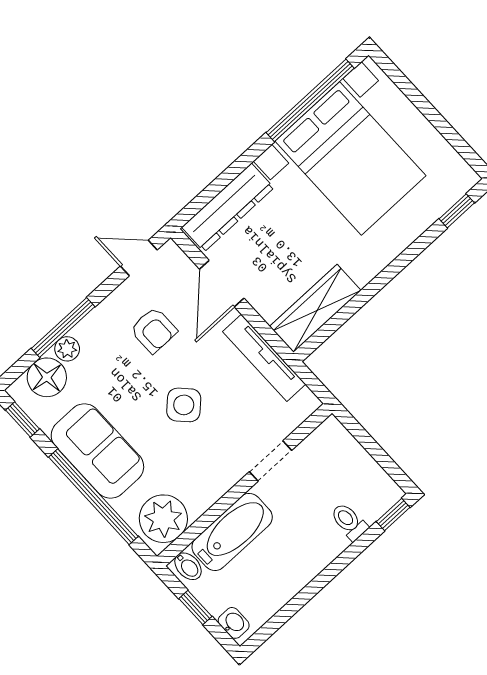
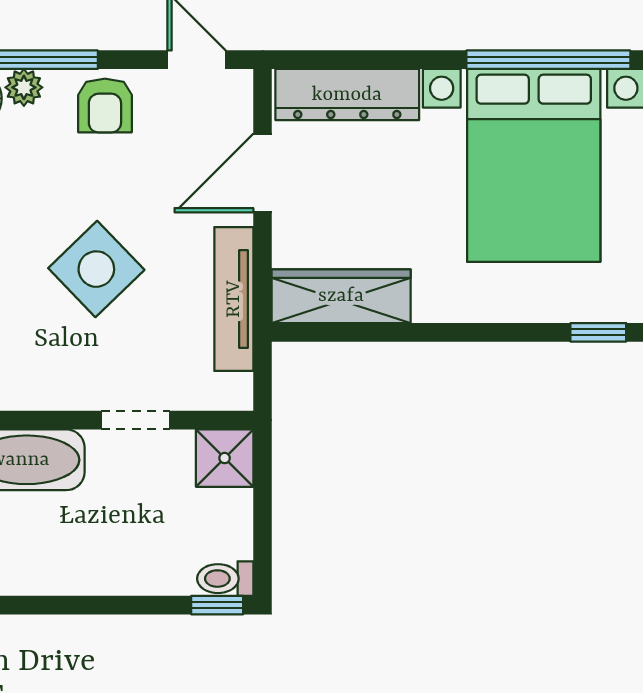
armchair: (154, 330) -> (105, 106), moved
side table: (184, 405) -> (96, 269), width x1.37, depth x1.37
shower: (331, 440) -> (225, 458), added
toilet: (349, 522) -> (225, 579), moved, turned -90

